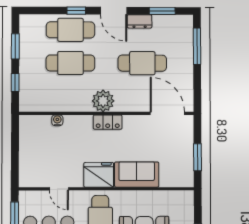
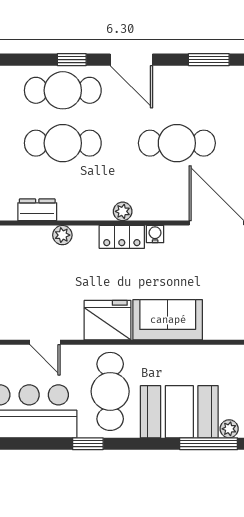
dresser: (140, 21) -> (37, 210), moved, turned 180
plant: (103, 101) -> (123, 211), width x0.53, depth x0.53
water cooler: (57, 120) -> (155, 234), moved
plant: (70, 121) -> (62, 235), added

